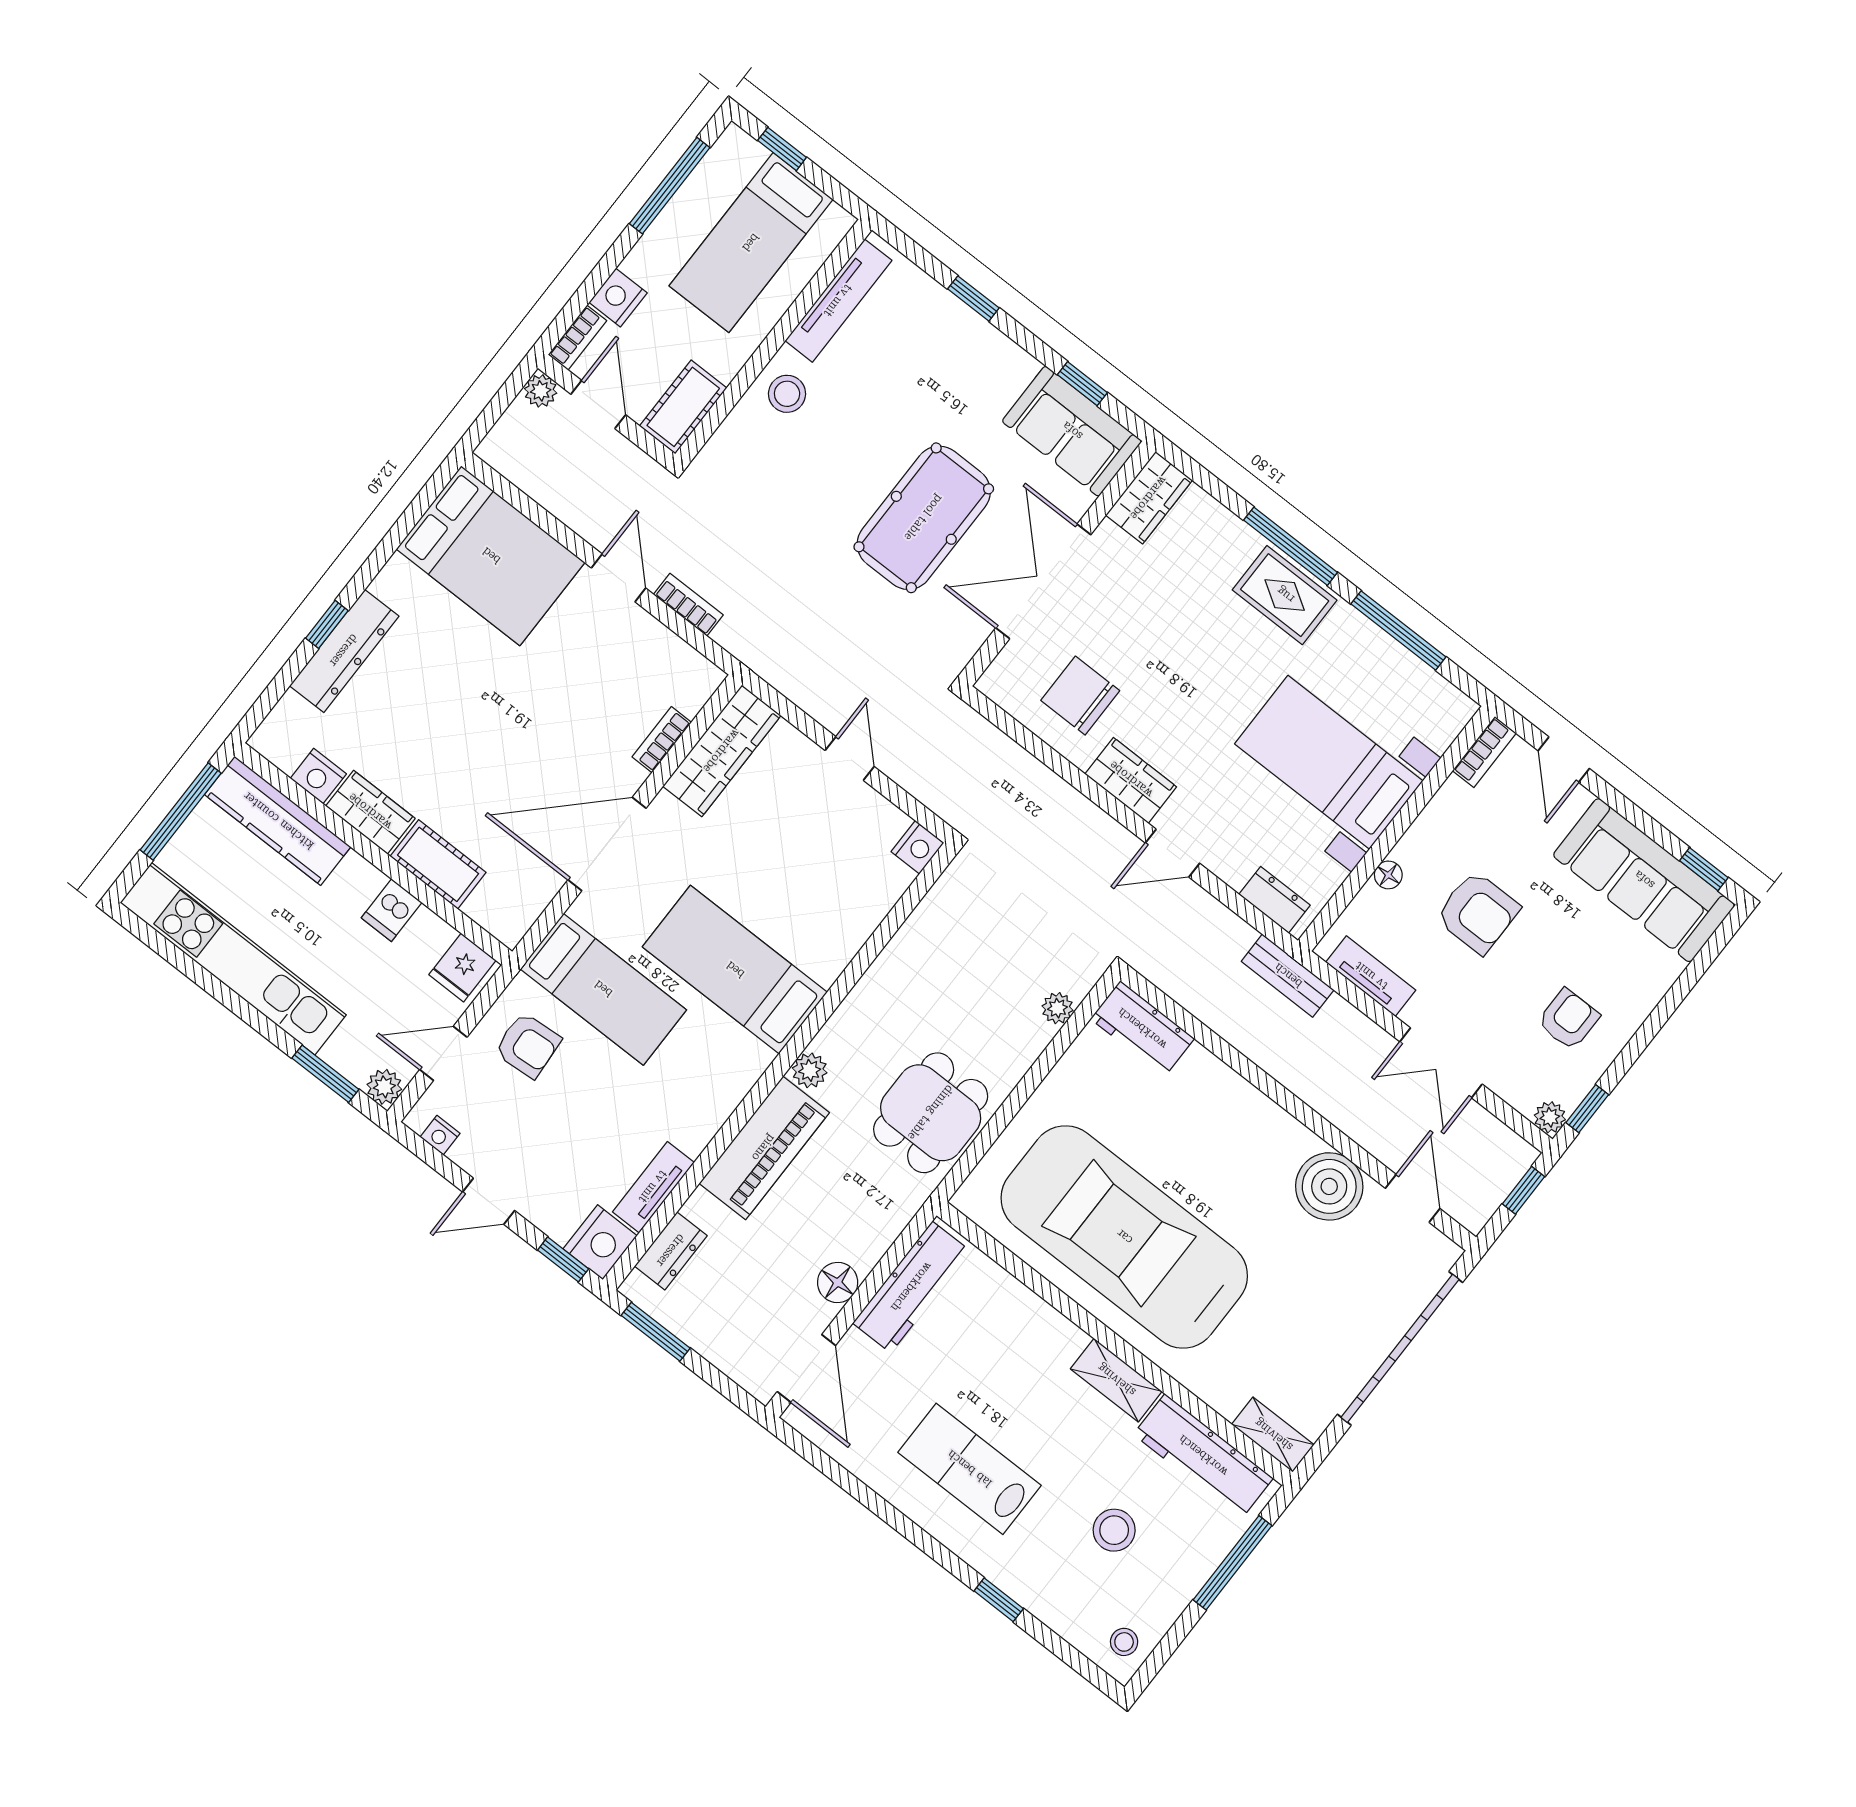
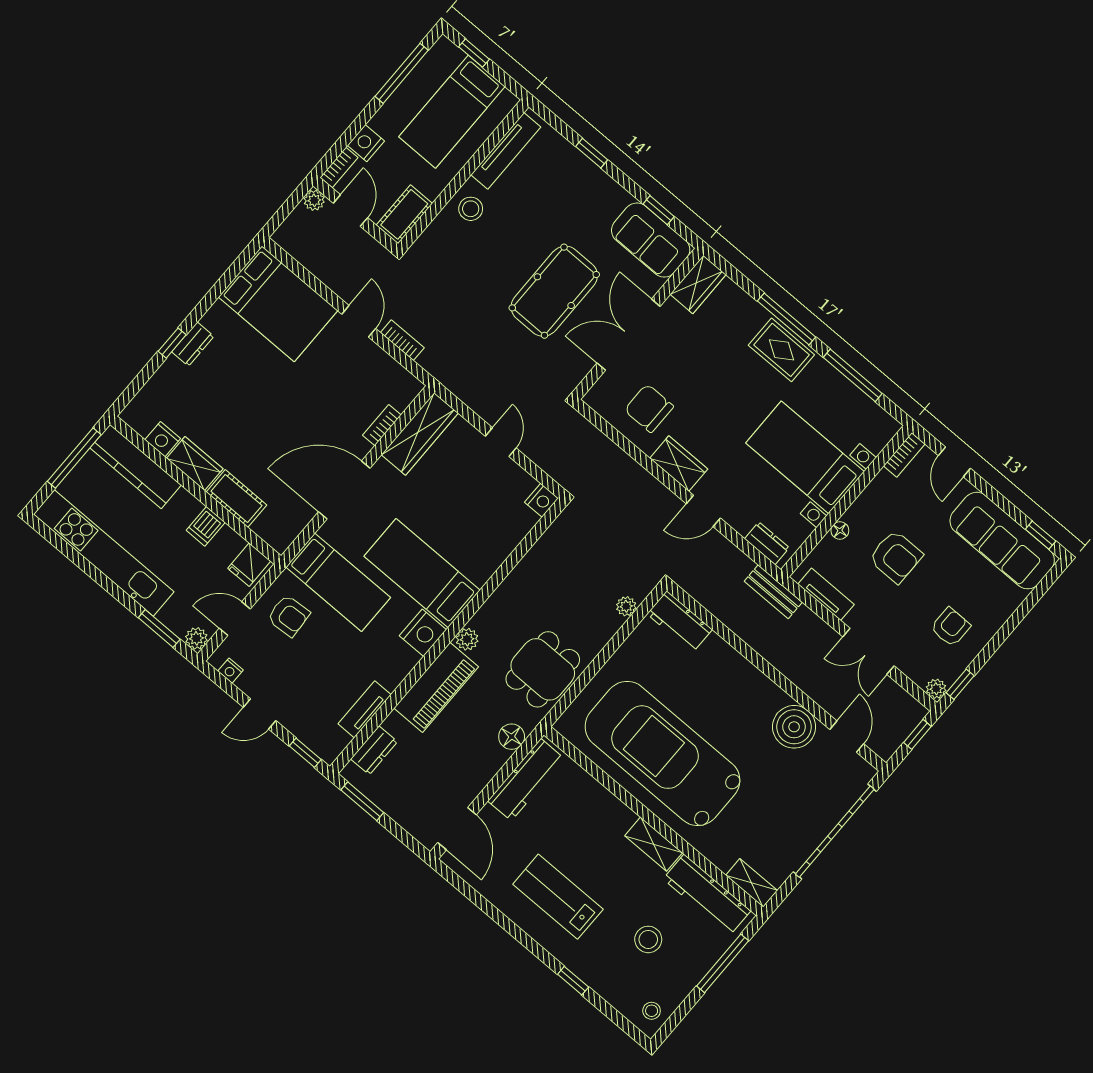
dresser: (344, 651) -> (193, 344), width x0.51, depth x0.80
nightstand: (600, 1242) -> (423, 633), moved
floor lamp: (838, 1282) -> (512, 737), moved

